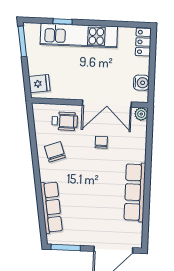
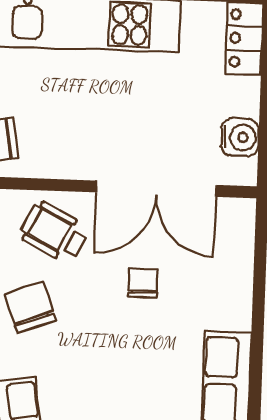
plant: (141, 114) -> (240, 214), removed
wheelchair: (65, 121) -> (54, 232), turned -153

